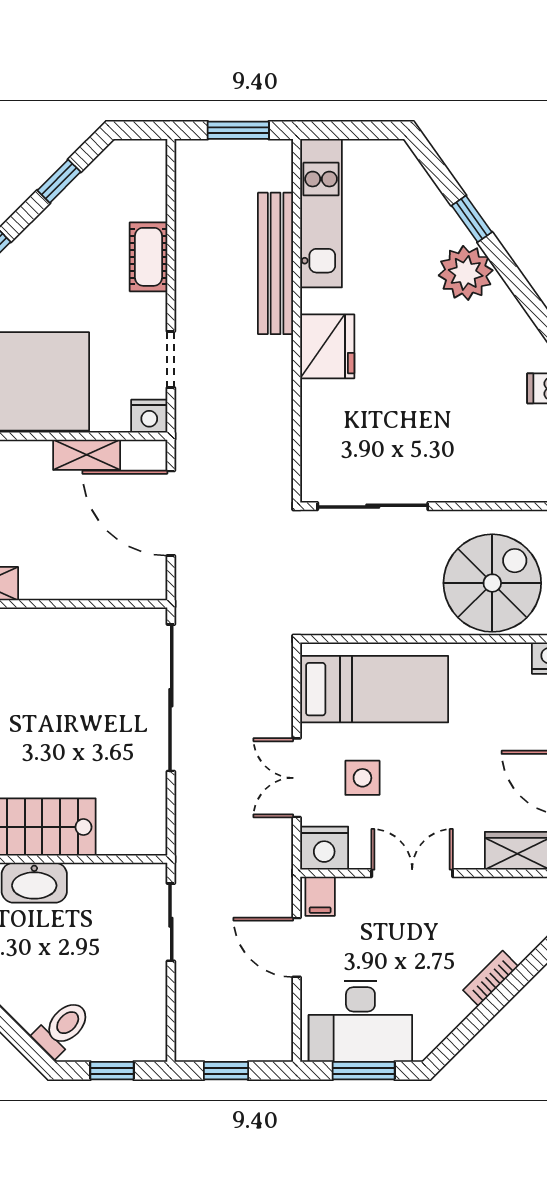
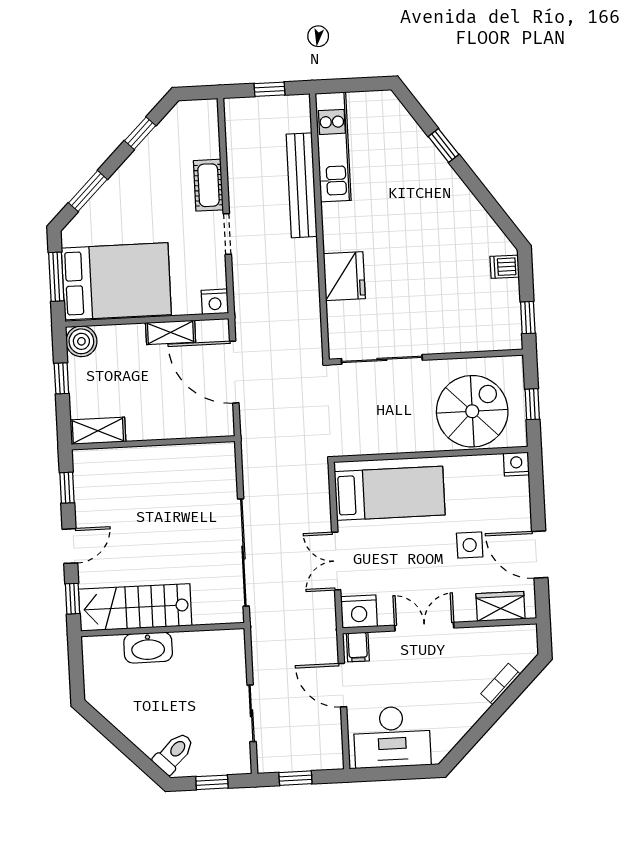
window: (238, 130) -> (269, 89), width x0.67
plant: (466, 273) -> (441, 185), removed
fridge: (327, 346) -> (344, 276), moved
doorway: (171, 360) -> (227, 234), moved
sliding door: (171, 698) -> (243, 553), moved
side table: (362, 778) -> (470, 545), moved
sliding door: (171, 922) -> (252, 713), moved
bookcase: (491, 978) -> (501, 684), moved
window: (364, 1071) -> (396, 773), removed

